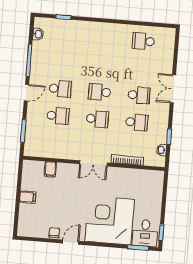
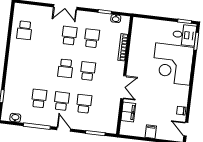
school desk: (62, 62) -> (39, 98), added
double door: (93, 163) -> (123, 87), moved
filing cabinet: (50, 169) -> (128, 112), width x2.00
door: (71, 242) -> (186, 129), moved

